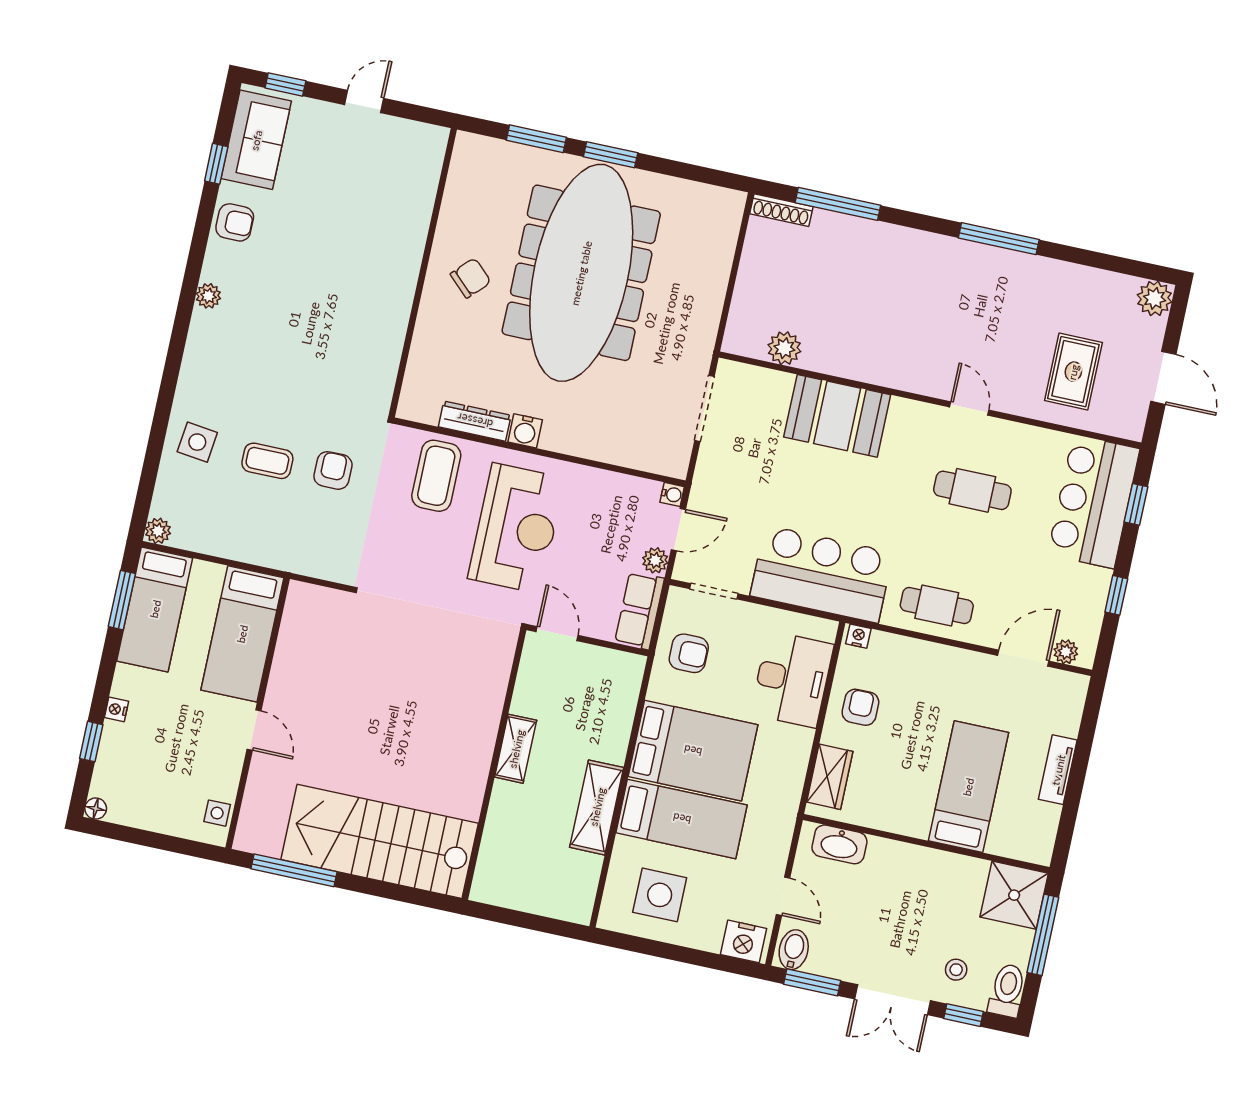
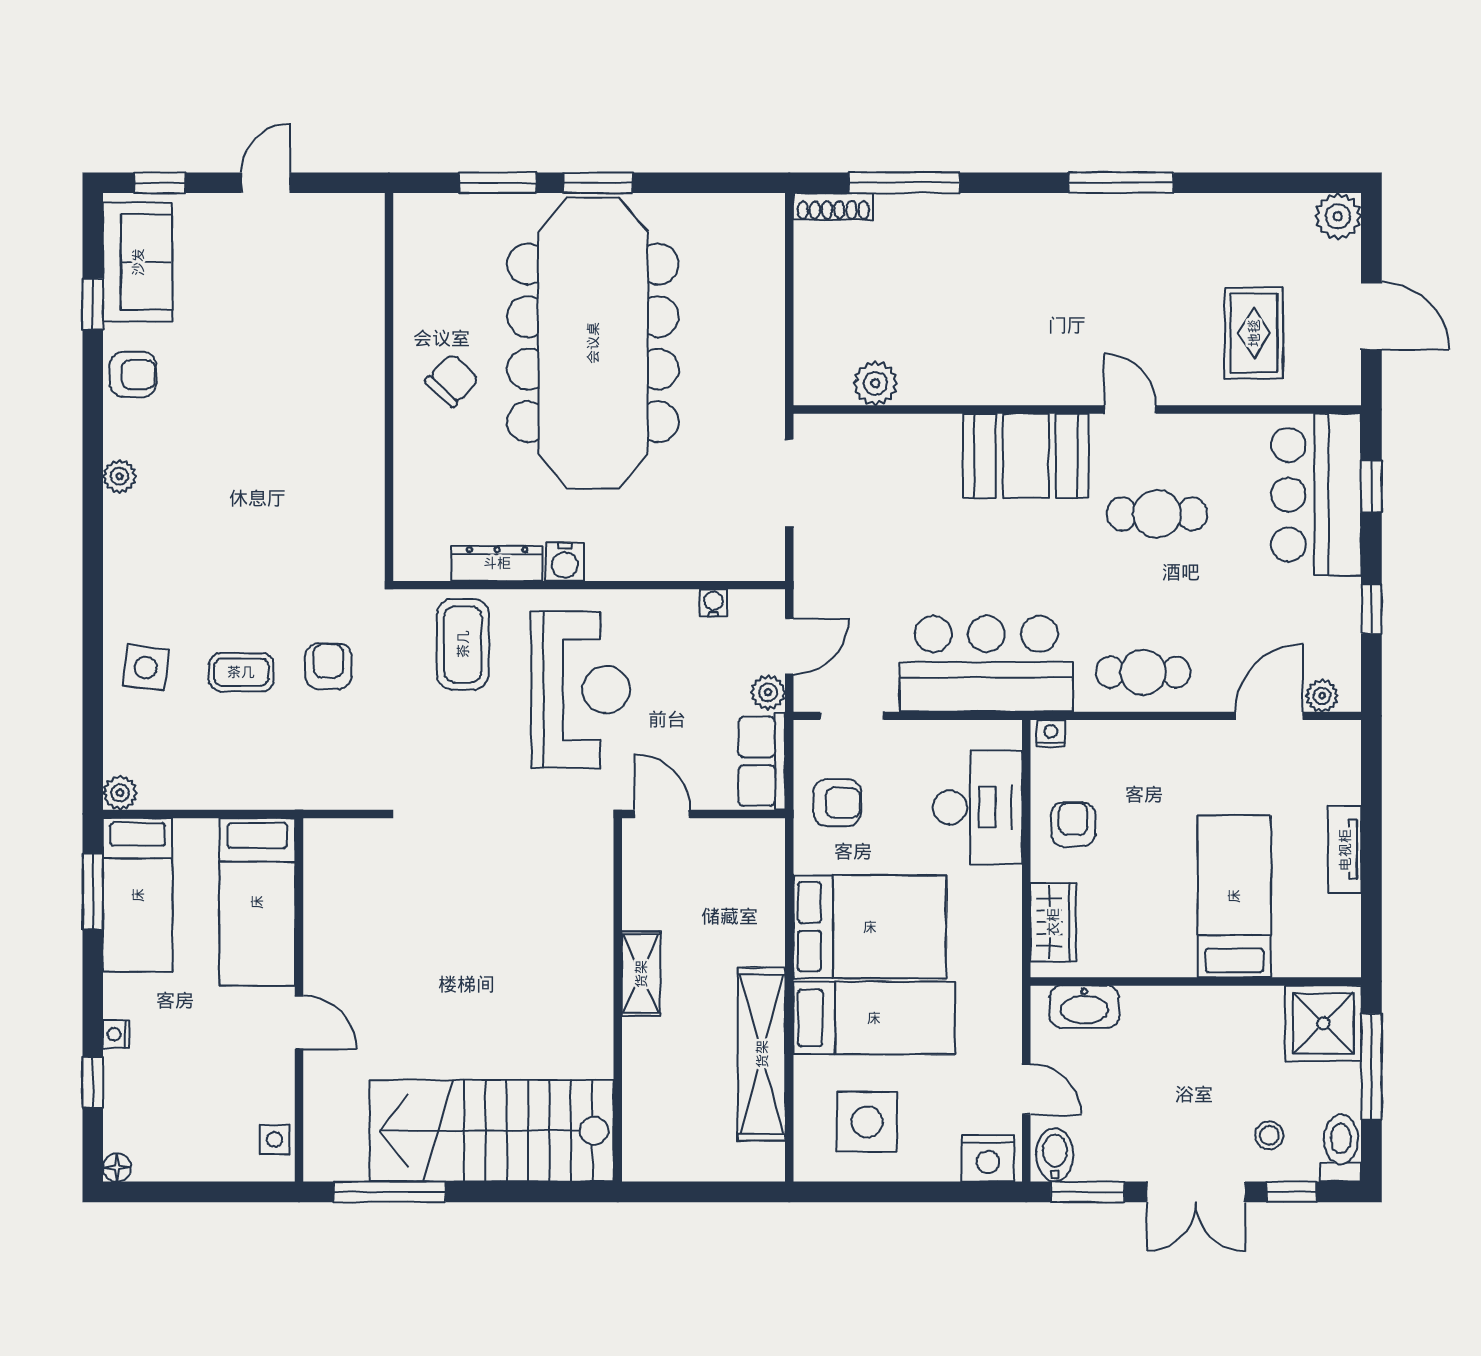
booth: (837, 416) -> (1026, 456), moved
water cooler: (672, 494) -> (713, 603), moved, turned -90
shelving: (597, 807) -> (762, 1054), width x1.47

